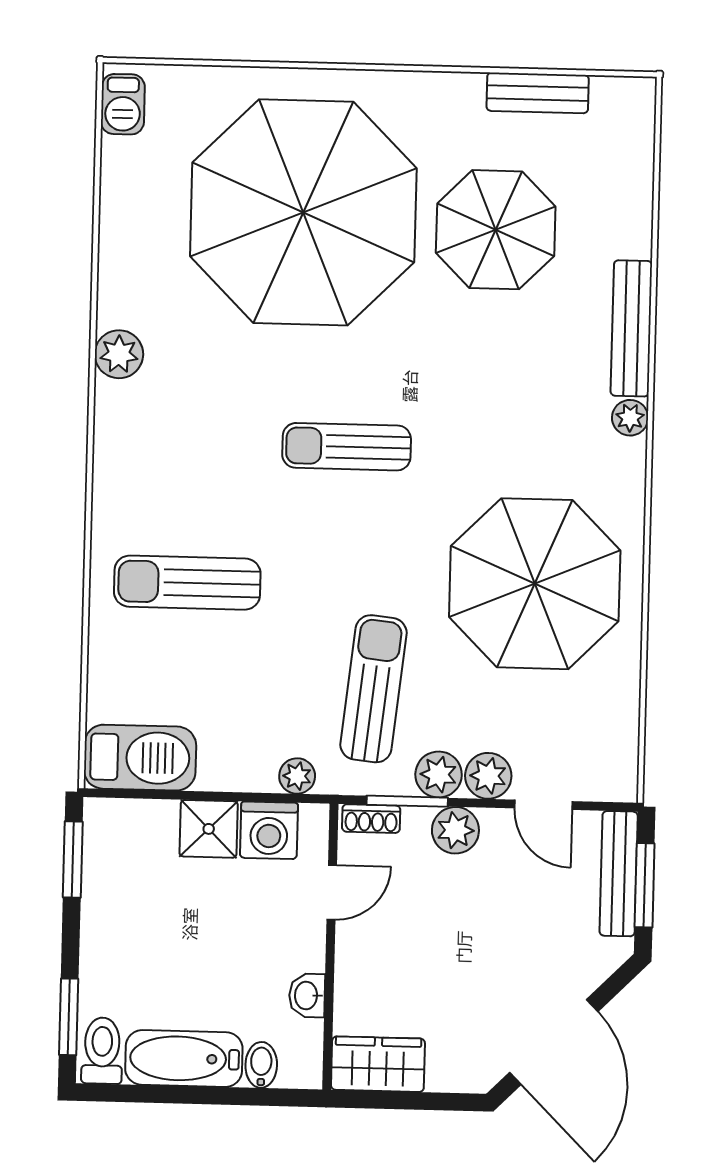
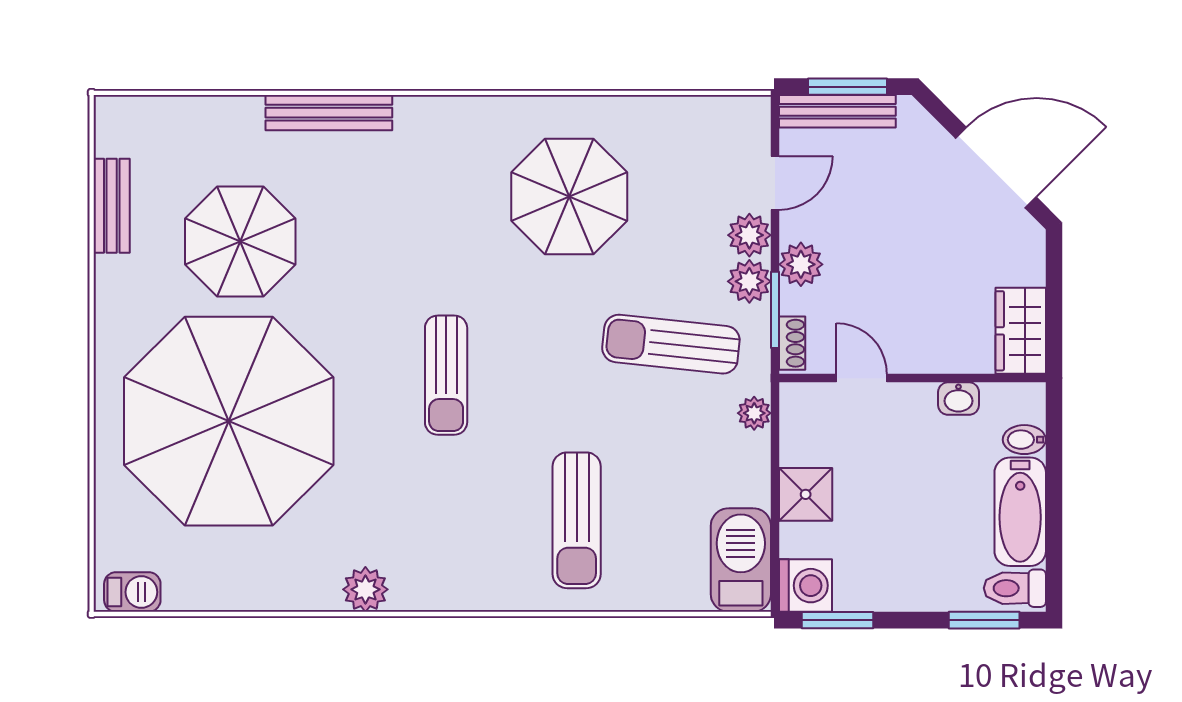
plant: (630, 418) -> (412, 112), removed
parasol: (535, 584) -> (569, 196), width x0.73, depth x0.73
washing machine: (269, 830) -> (805, 586), moved

